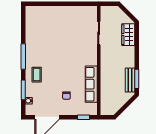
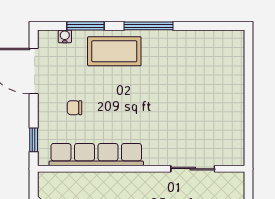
coffee table: (37, 75) -> (114, 51), width x1.86, depth x1.72
row of seats: (91, 84) -> (96, 155), width x1.36

